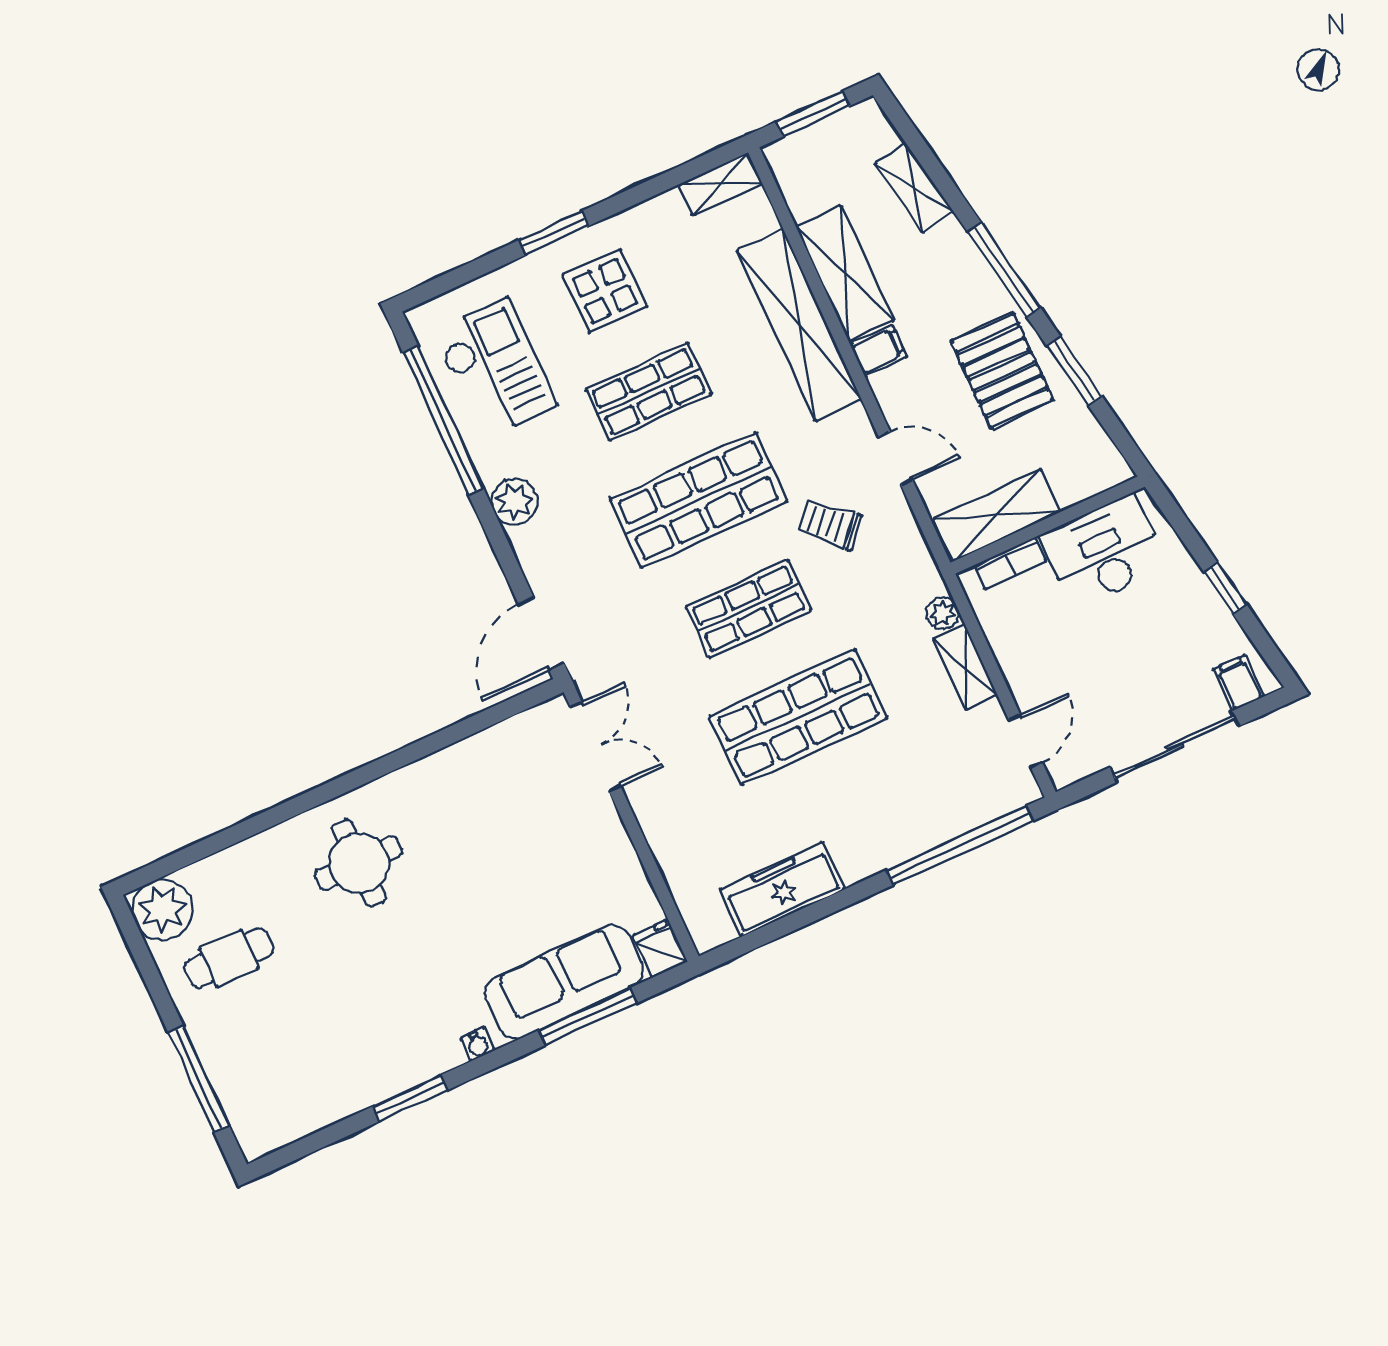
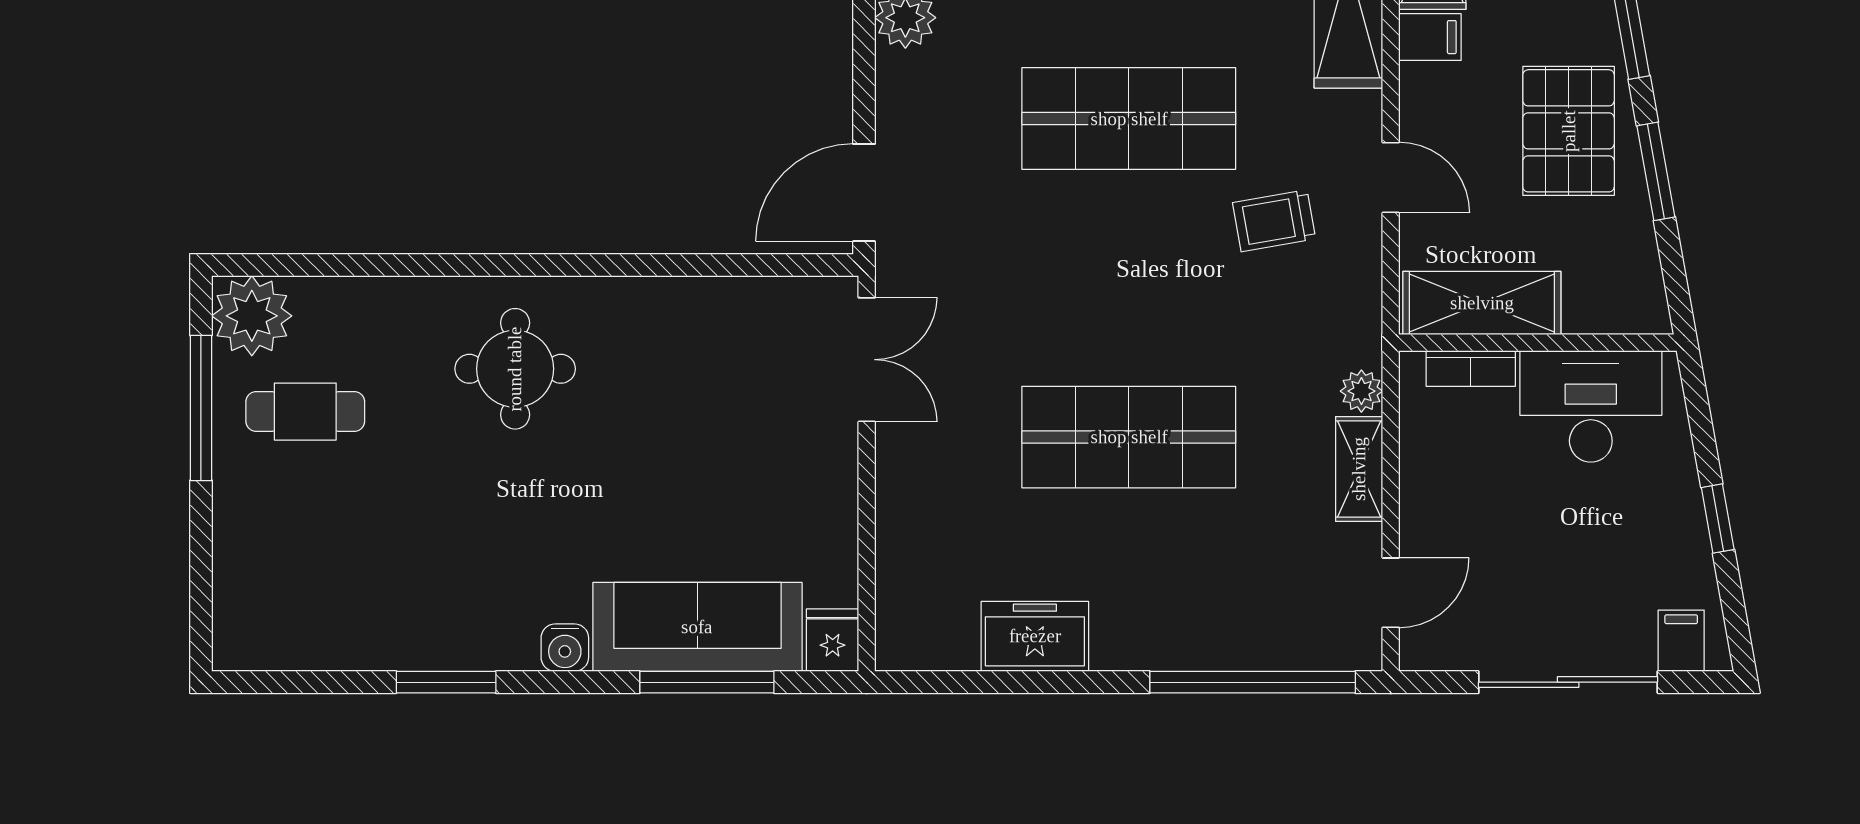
trolley: (830, 524) -> (1274, 221), turned -53
shop shelf: (748, 609) -> (1129, 278), removed
freezer: (782, 889) -> (1035, 636), width x0.71
water cooler: (478, 1044) -> (565, 648), width x1.38, depth x1.38
window: (199, 1079) -> (201, 408), moved

